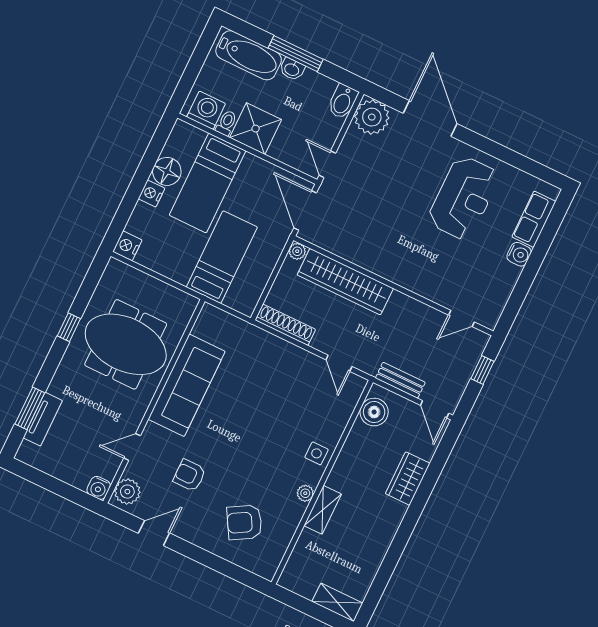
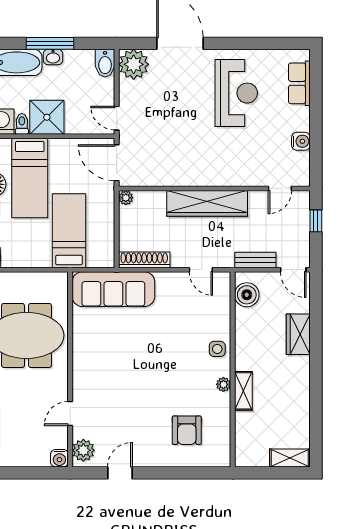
water cooler: (519, 254) -> (301, 141), moved
wardrobe: (345, 282) -> (207, 203), moved
sofa: (187, 385) -> (113, 289), moved, turned 90
armchair: (189, 475) -> (126, 414), removed
armchair: (244, 522) -> (187, 430), turned -60

